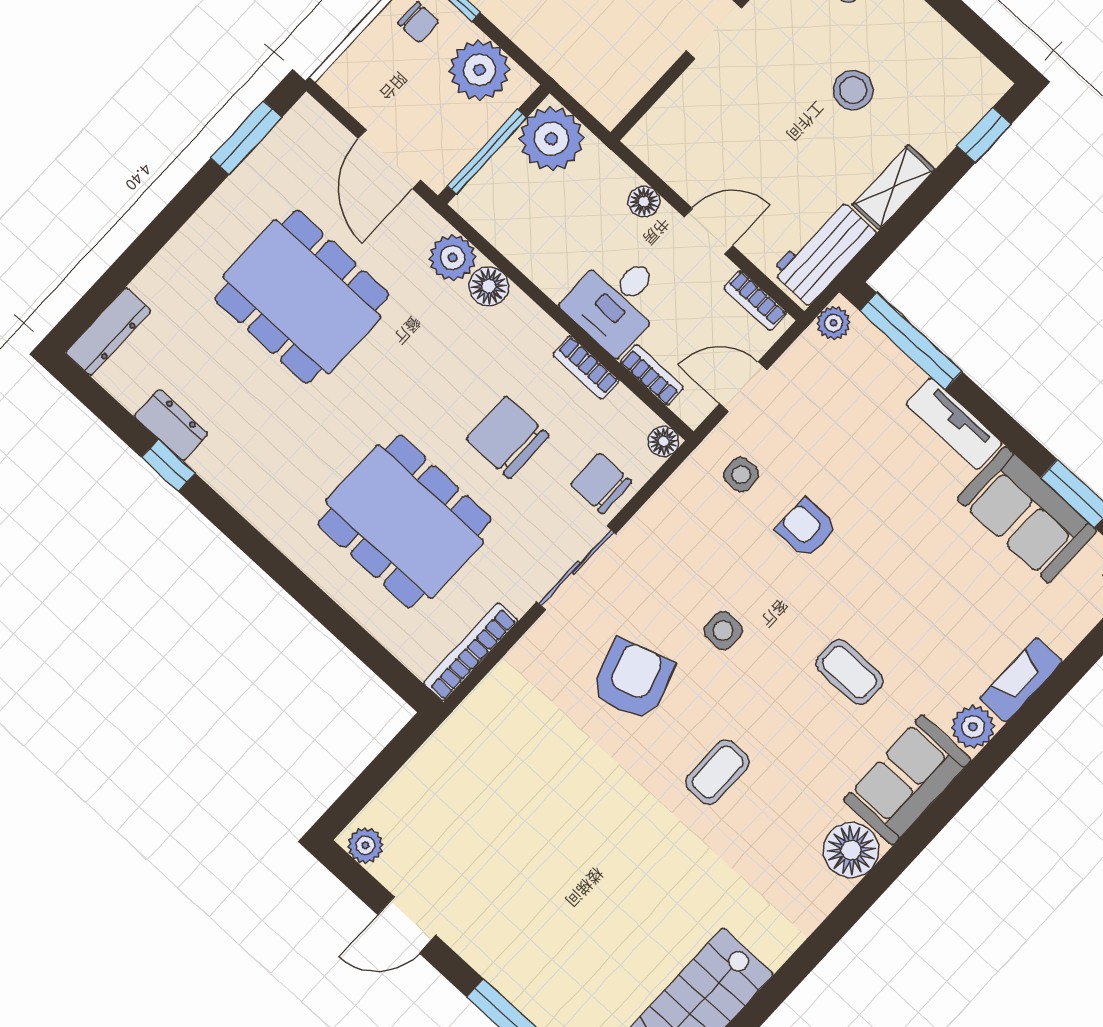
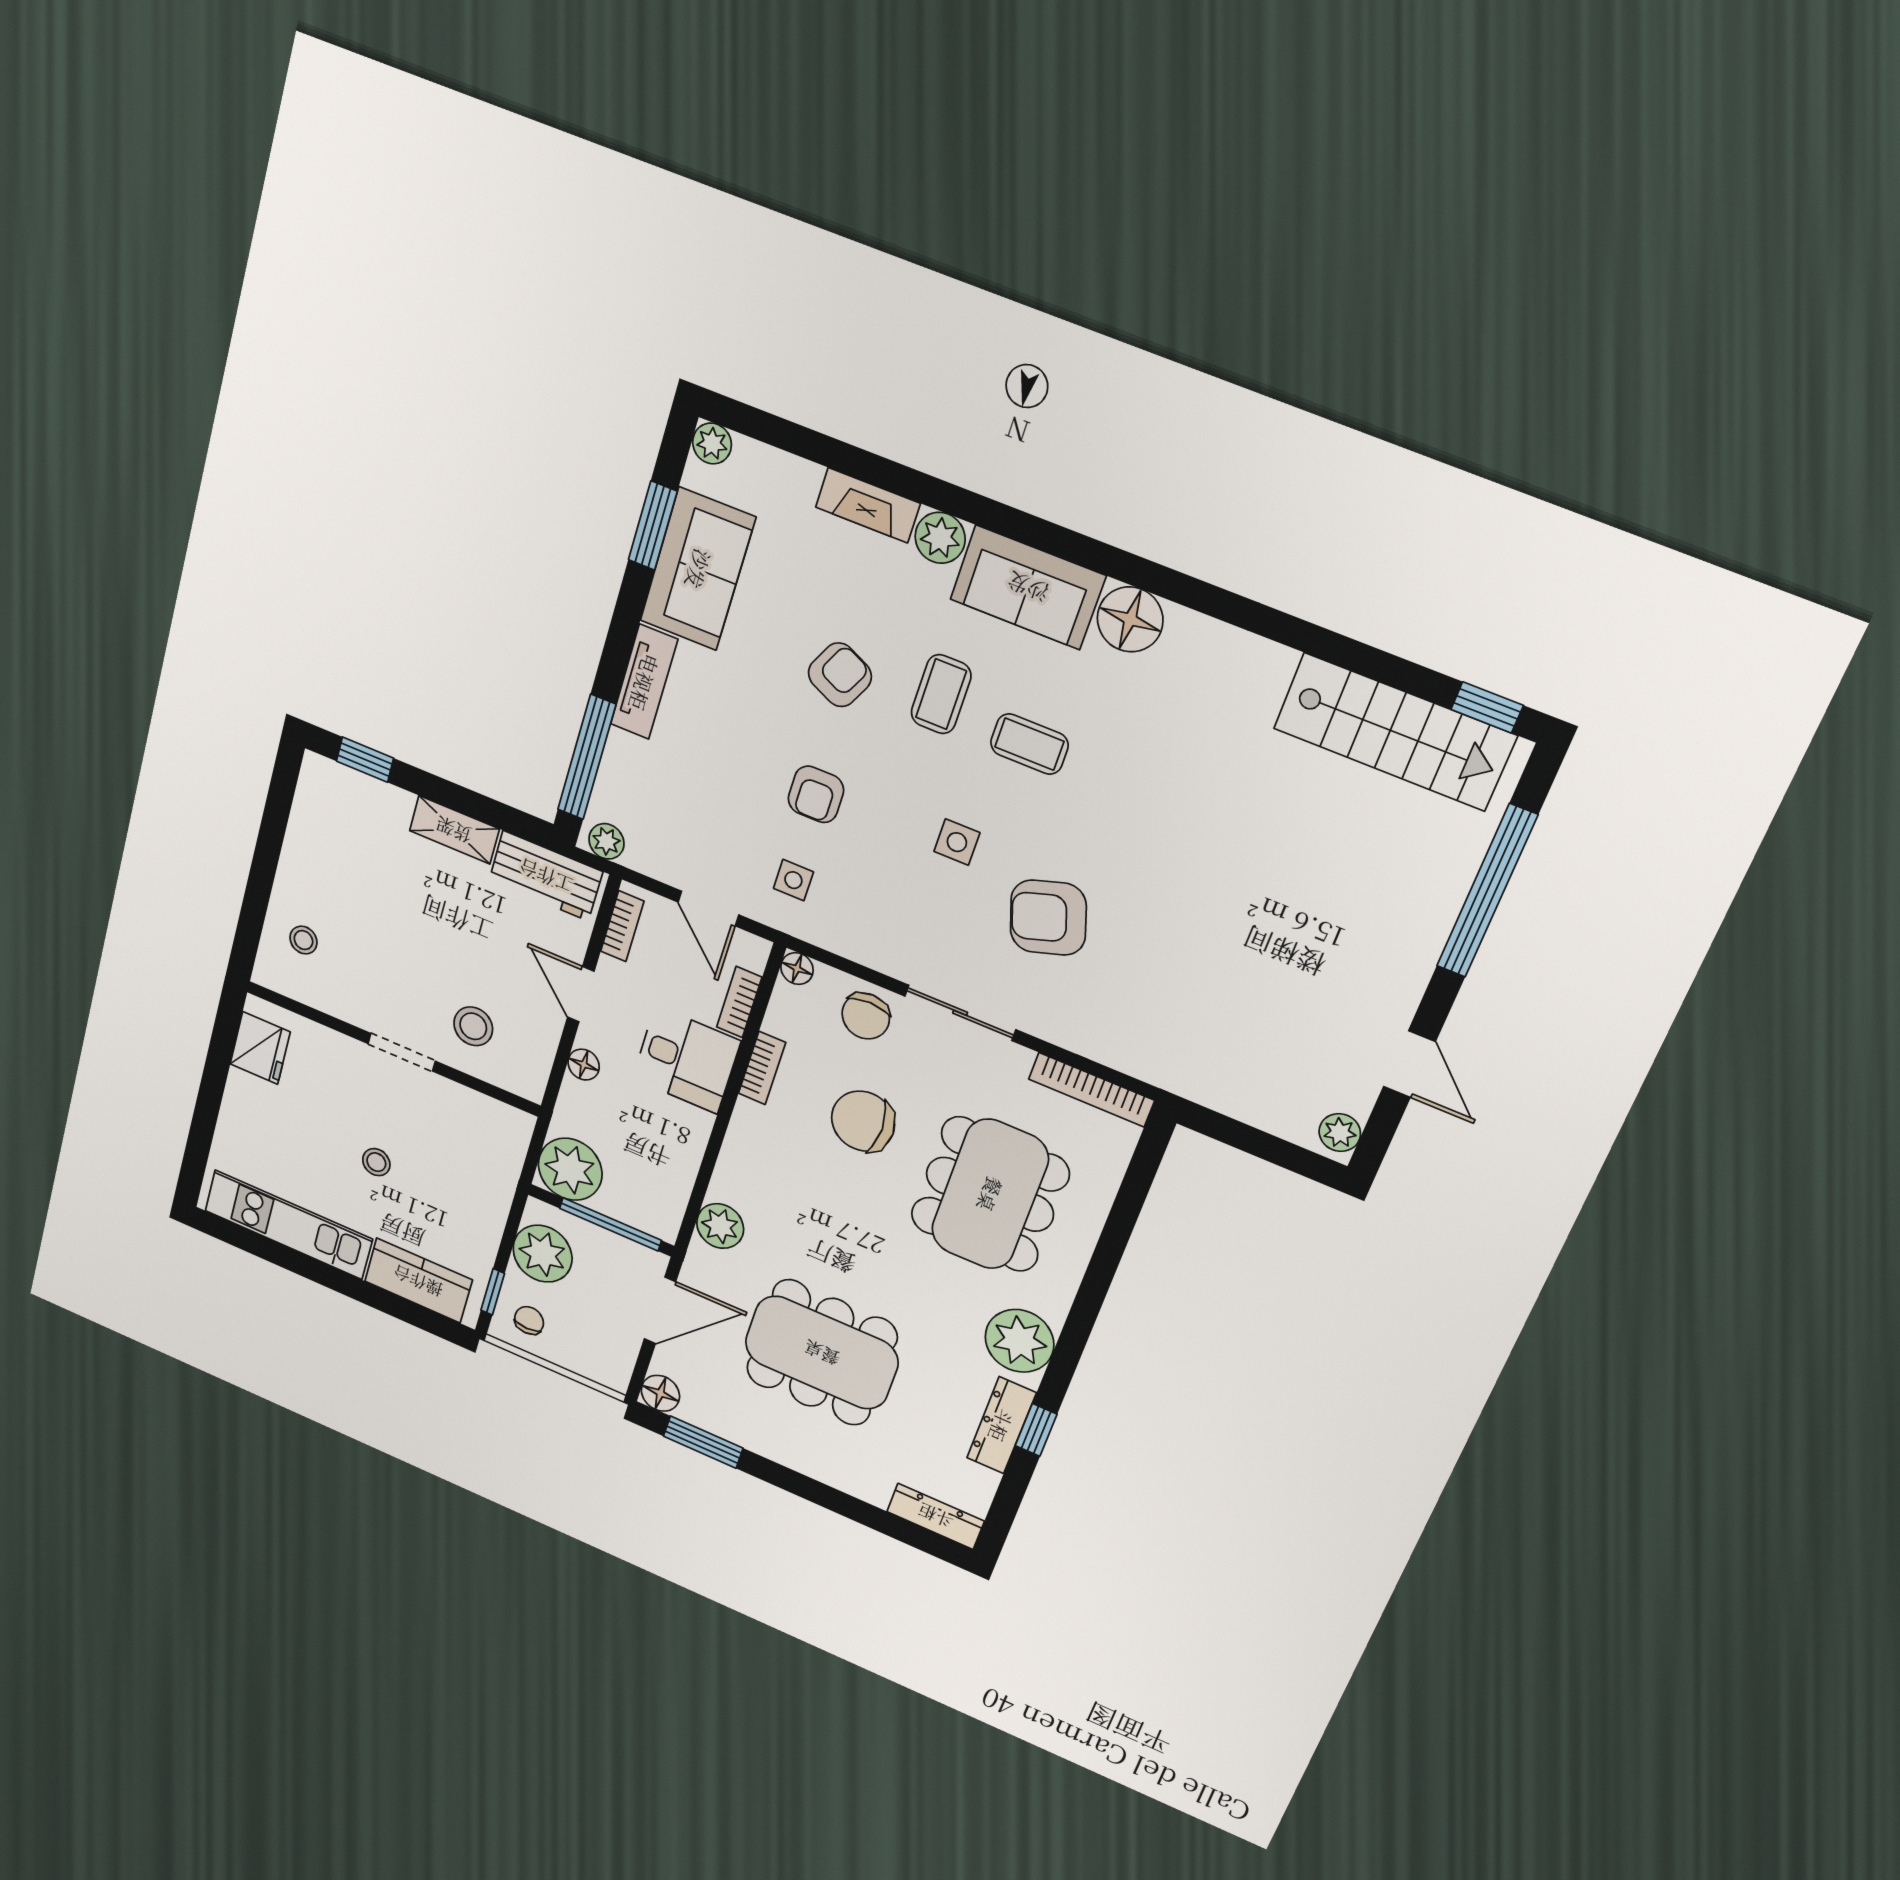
stool: (853, 90) -> (473, 1026), moved
floor lamp: (489, 286) -> (660, 1393), moved
dining table: (302, 297) -> (822, 1353), turned 90
dresser: (171, 425) -> (1001, 1425), width x1.44
chair: (508, 437) -> (863, 1121), turned 90
plant: (259, 488) -> (1019, 1341), added
armchair: (897, 595) -> (840, 675), added
coffee table: (718, 772) -> (1029, 744), moved

